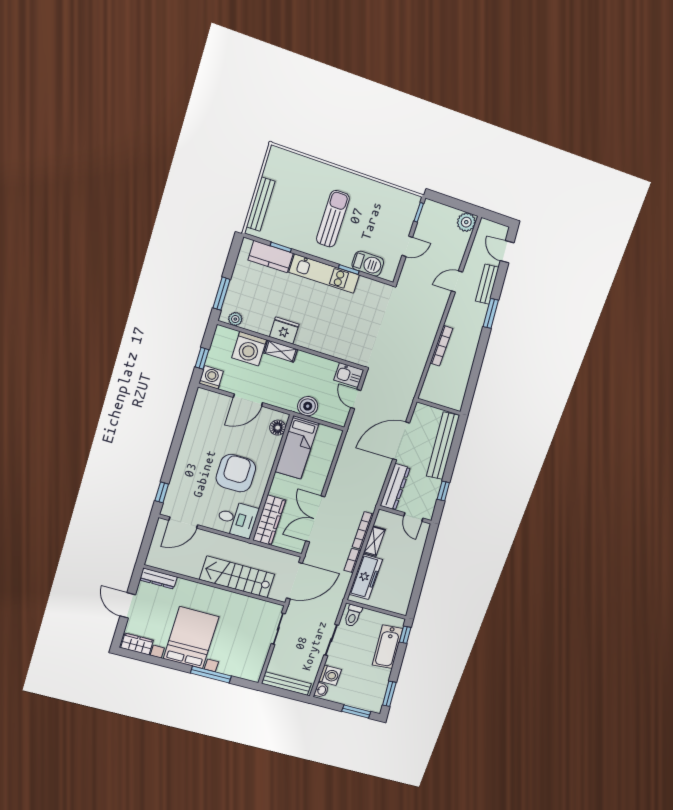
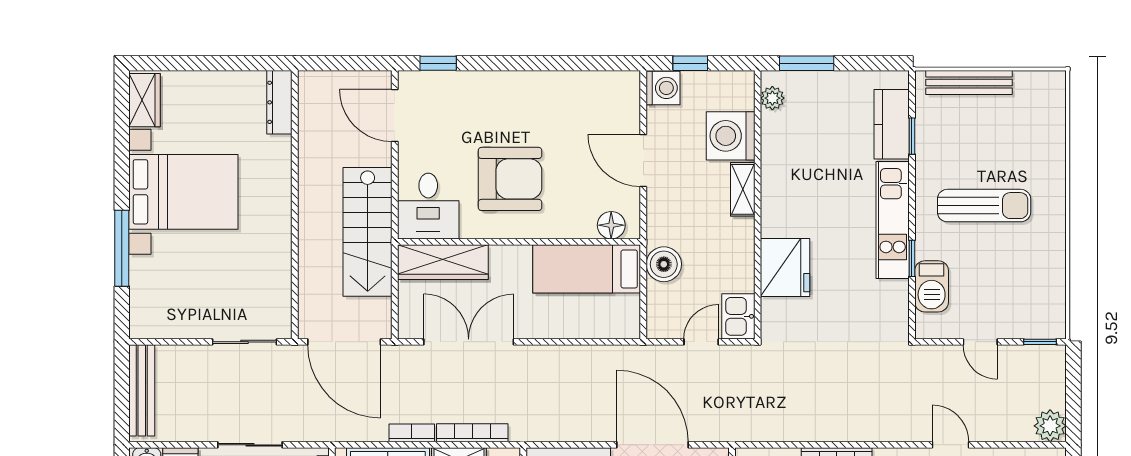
fridge: (284, 331) -> (785, 268), moved, width x1.36, depth x1.34
stairs: (237, 577) -> (368, 232), moved, turned 180
door: (128, 605) -> (214, 63), removed

